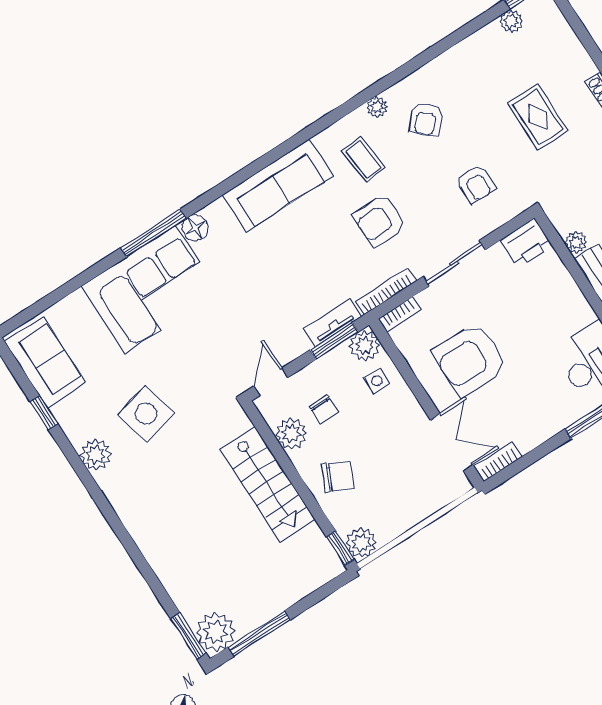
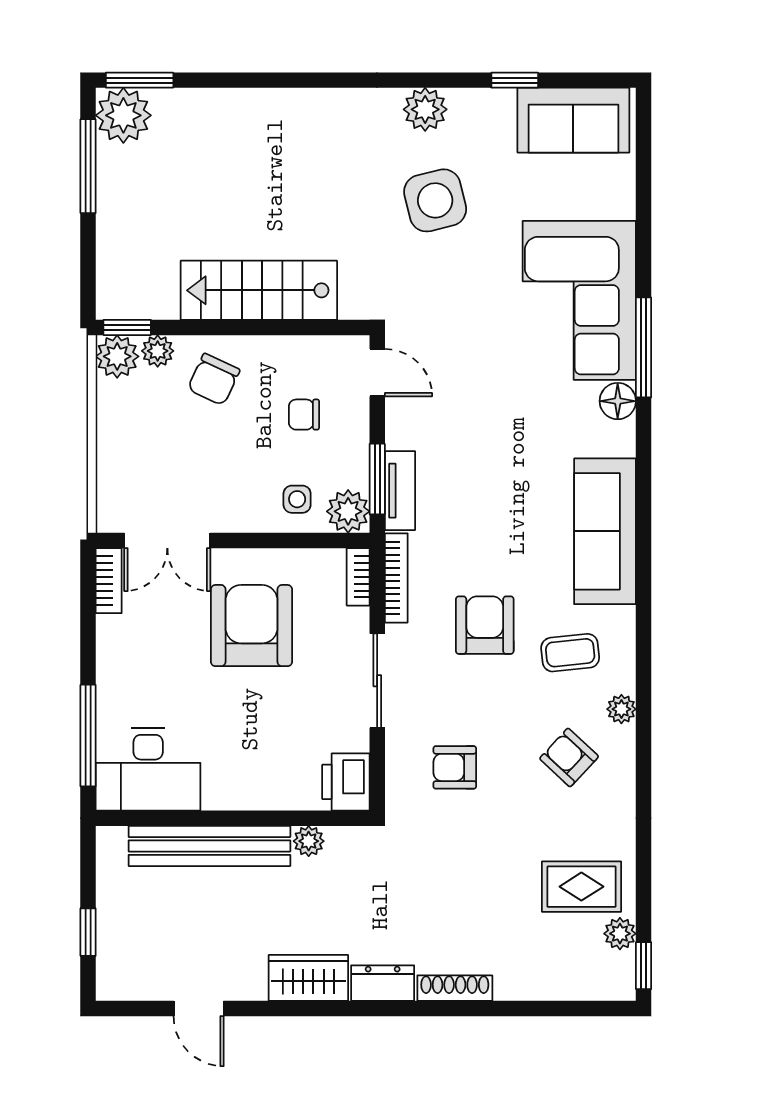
rug: (538, 117) -> (581, 887), moved
plant: (291, 434) -> (158, 351), moved, width x0.73, depth x0.73

